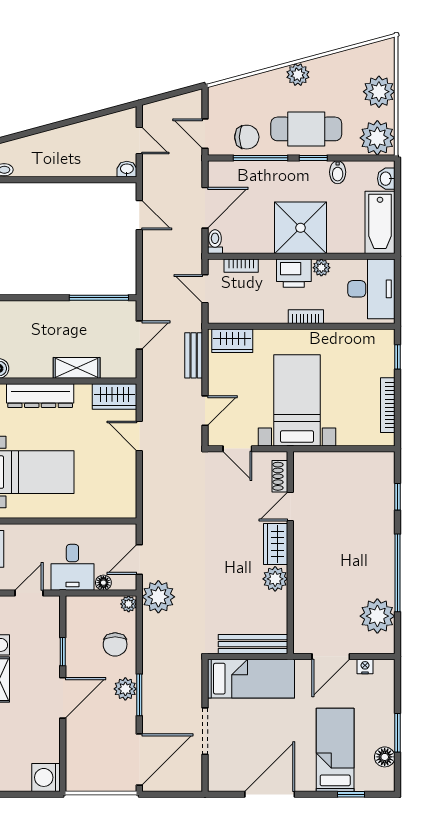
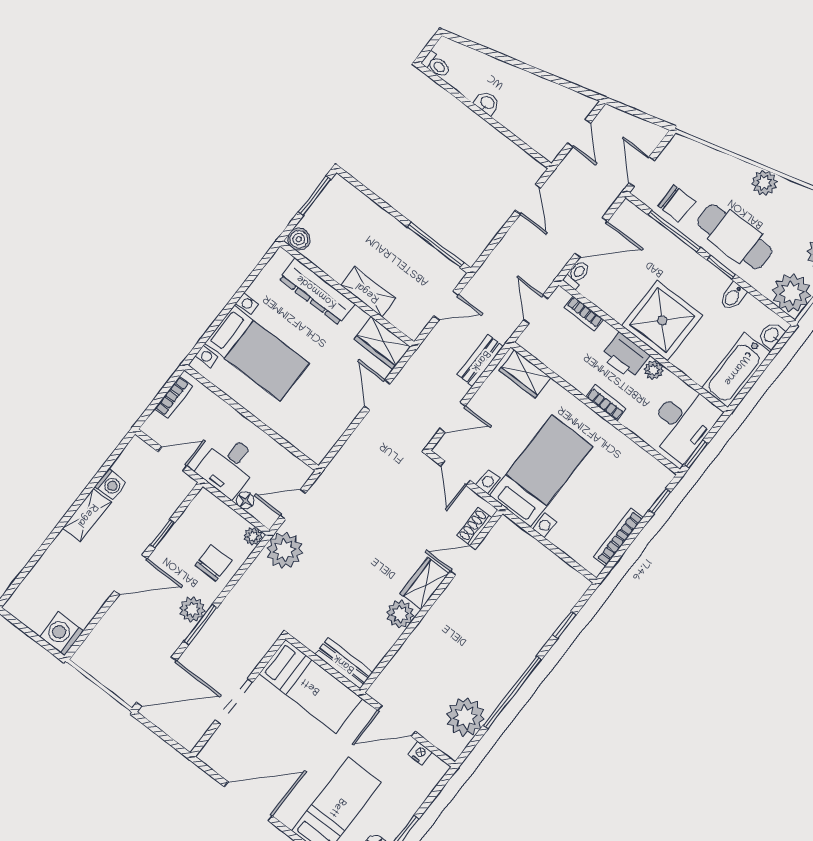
washbasin: (127, 169) -> (487, 103), moved
window: (397, 304) -> (696, 454), added
chair: (115, 644) -> (214, 563), turned 180
bench: (253, 644) -> (344, 663), width x0.73

